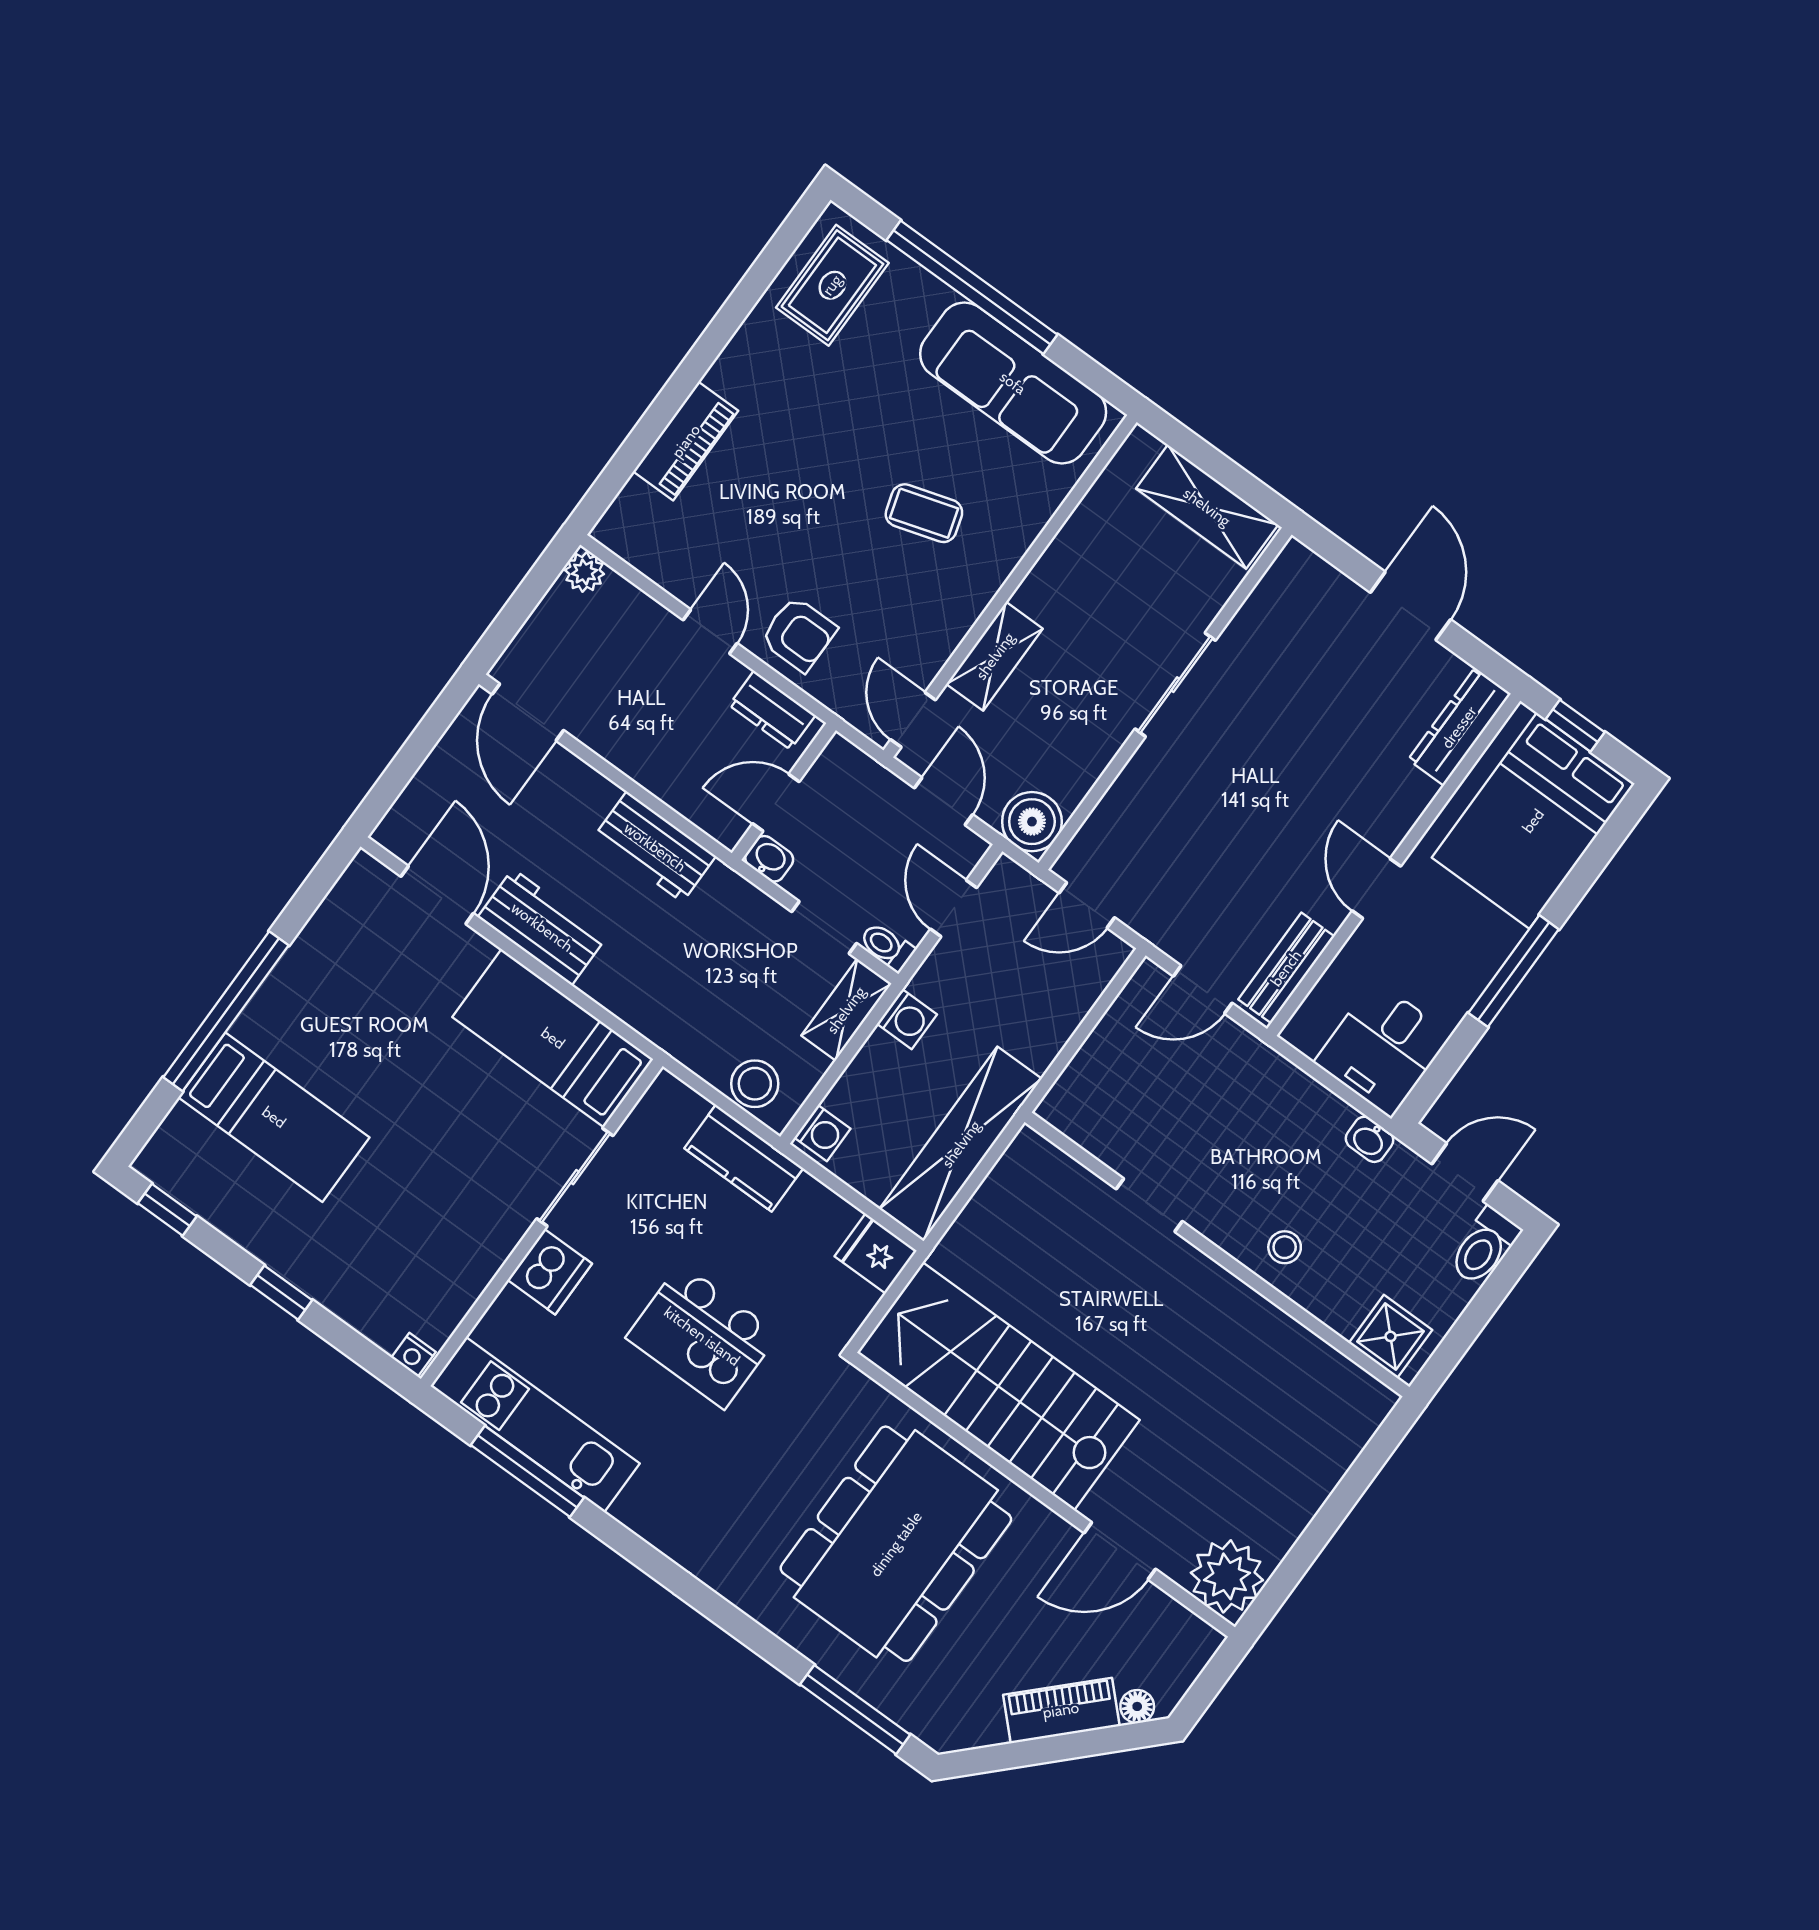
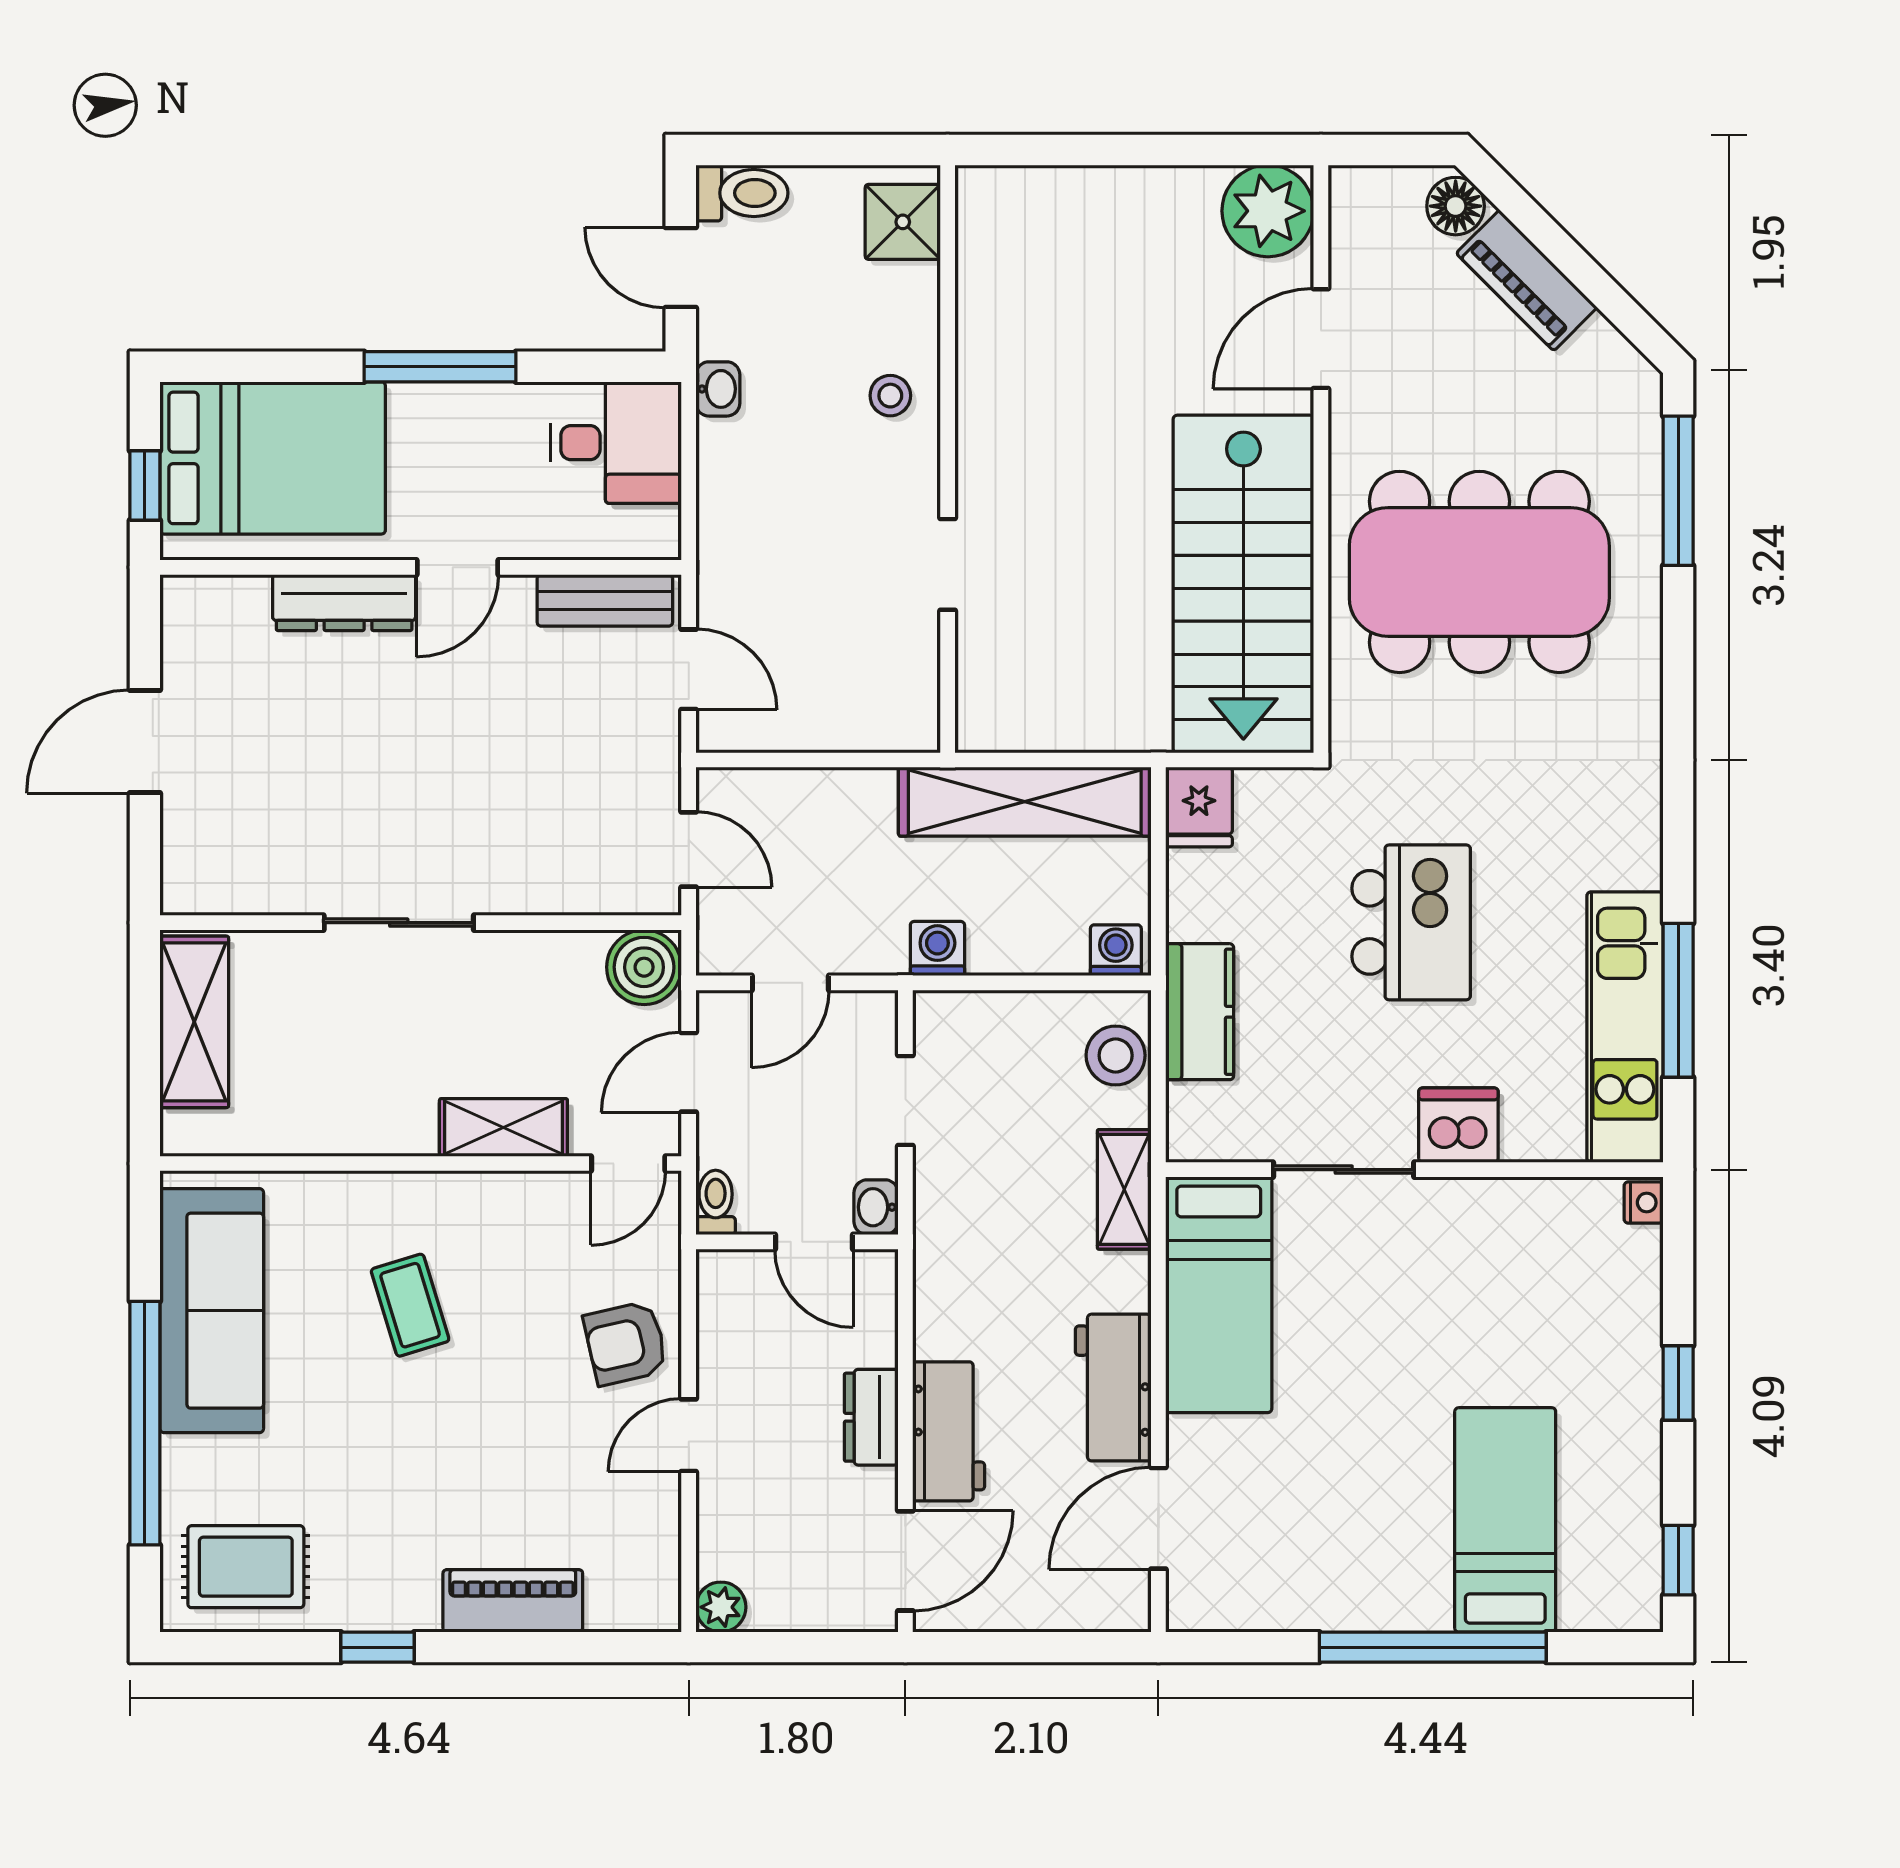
window: (719, 332) -> (378, 1647), added
armchair: (799, 634) -> (626, 1343), turned -103
dresser: (772, 710) -> (871, 1417), moved, turned 180
dresser: (1459, 727) -> (344, 603), moved
workbench: (655, 847) -> (949, 1431), moved
toilet: (887, 947) -> (716, 1202), moved, turned 180
shelving: (846, 1010) -> (1124, 1189), moved, turned 90
door: (1120, 1551) -> (1321, 339), swing flipped
floor lamp: (1137, 1706) -> (1456, 206), width x1.37, depth x1.37

